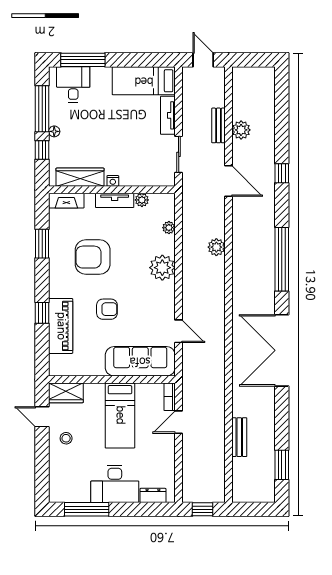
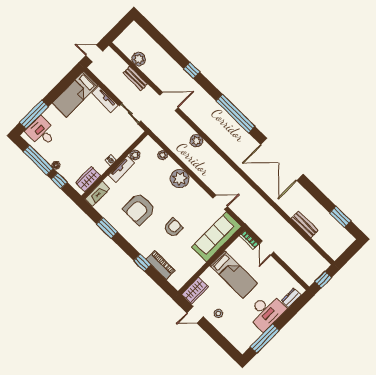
plant: (241, 130) -> (139, 59), moved
wardrobe: (80, 177) -> (88, 179), width x0.67
piano: (61, 326) -> (161, 265), width x0.73, depth x0.75

